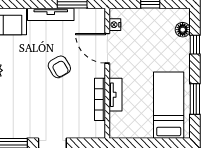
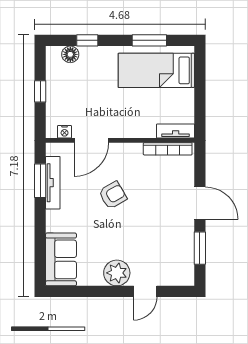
tv unit: (51, 14) -> (53, 183), moved
tv unit: (116, 95) -> (176, 131), moved
bookcase: (100, 99) -> (168, 149), moved

